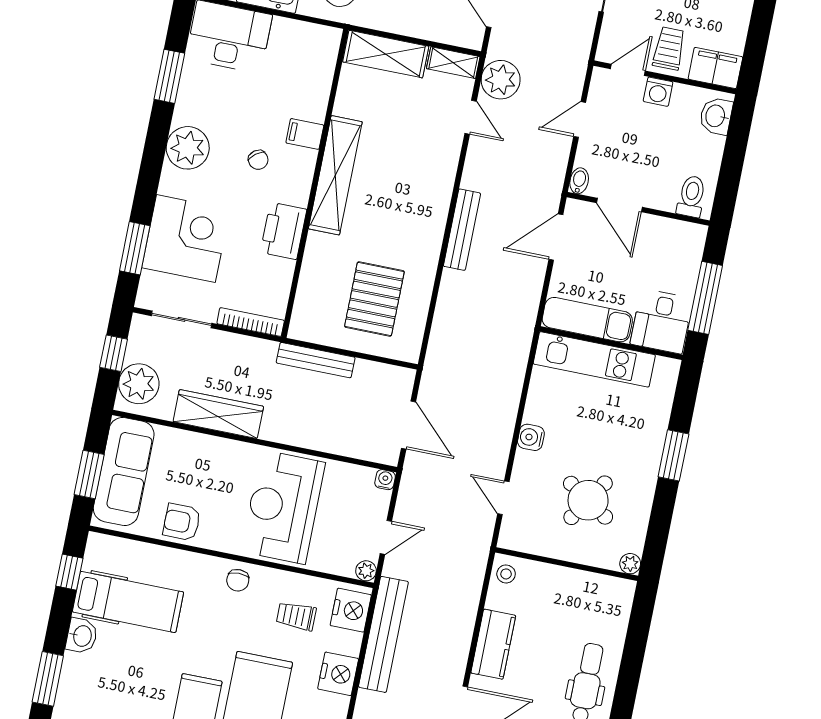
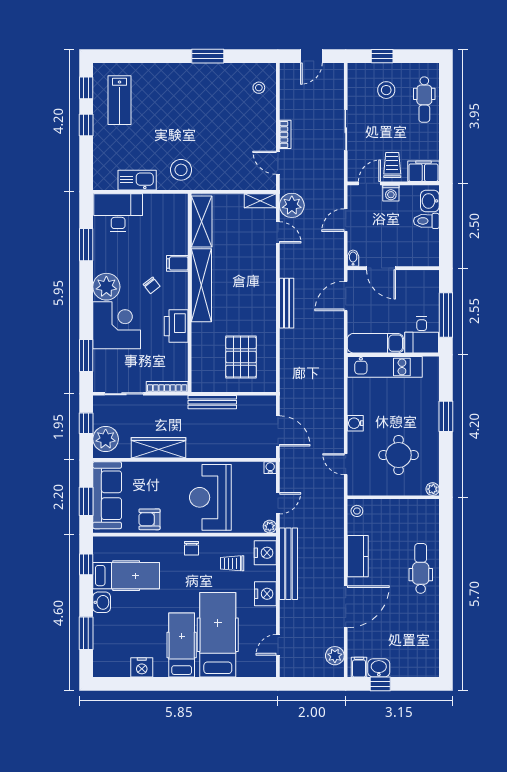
shelving: (386, 54) -> (202, 222), moved, turned 90
toilet: (691, 196) -> (426, 221), moved, turned -90
corner desk: (186, 239) -> (117, 325), moved
round table: (588, 500) -> (399, 455), turned -33

